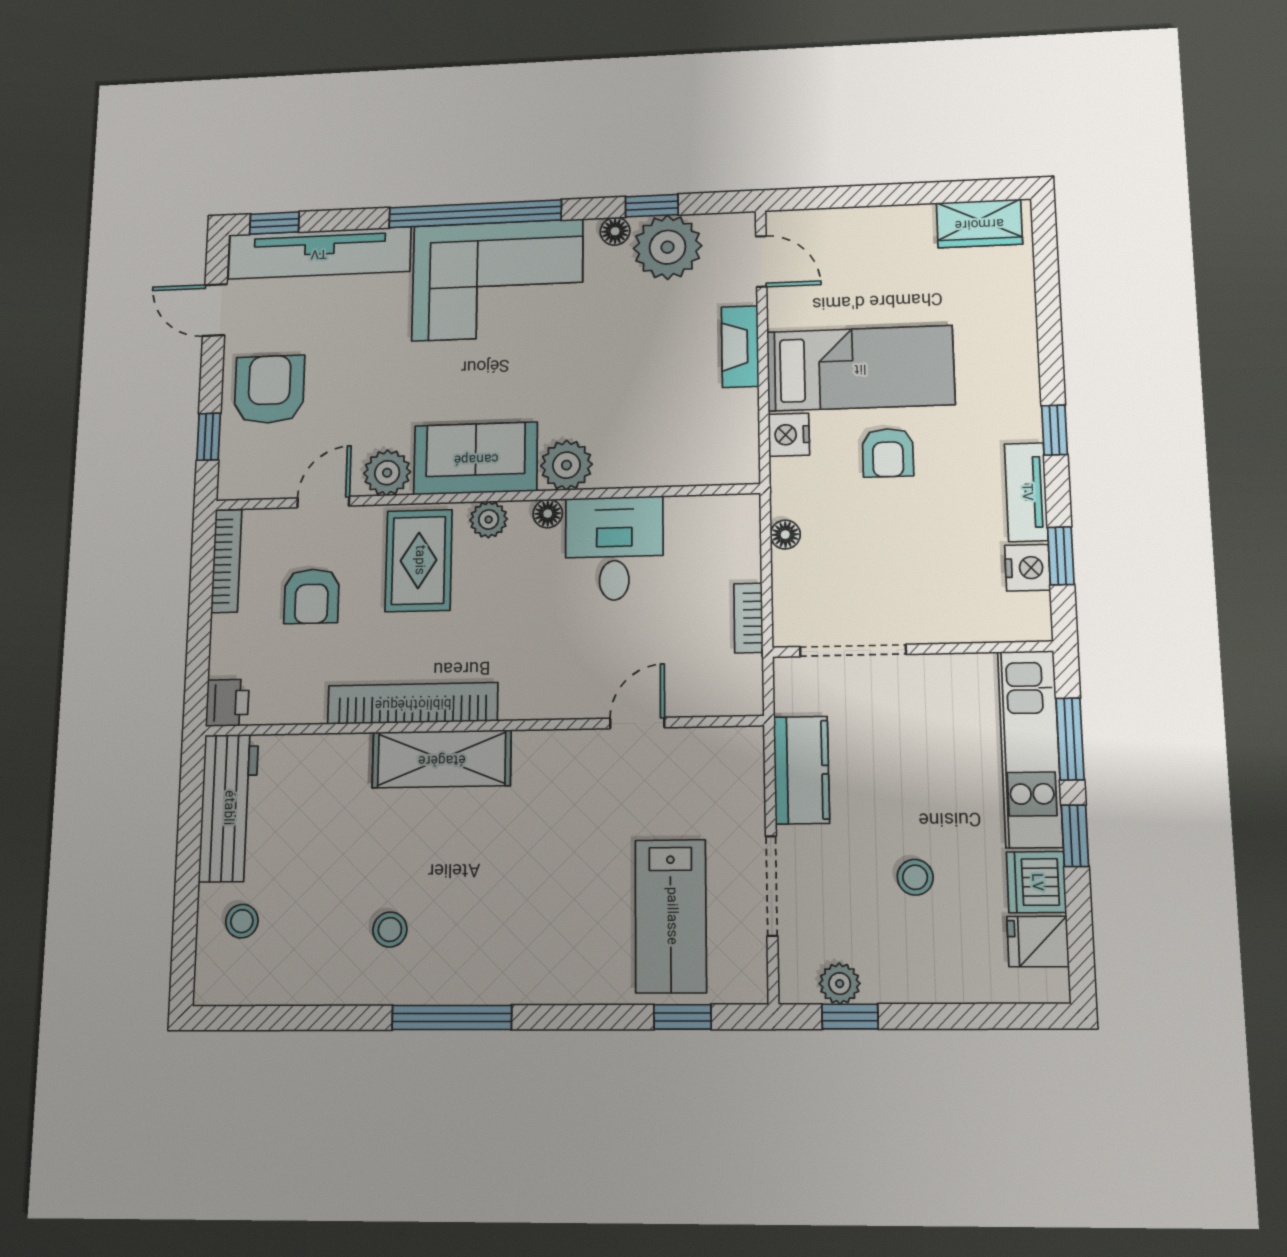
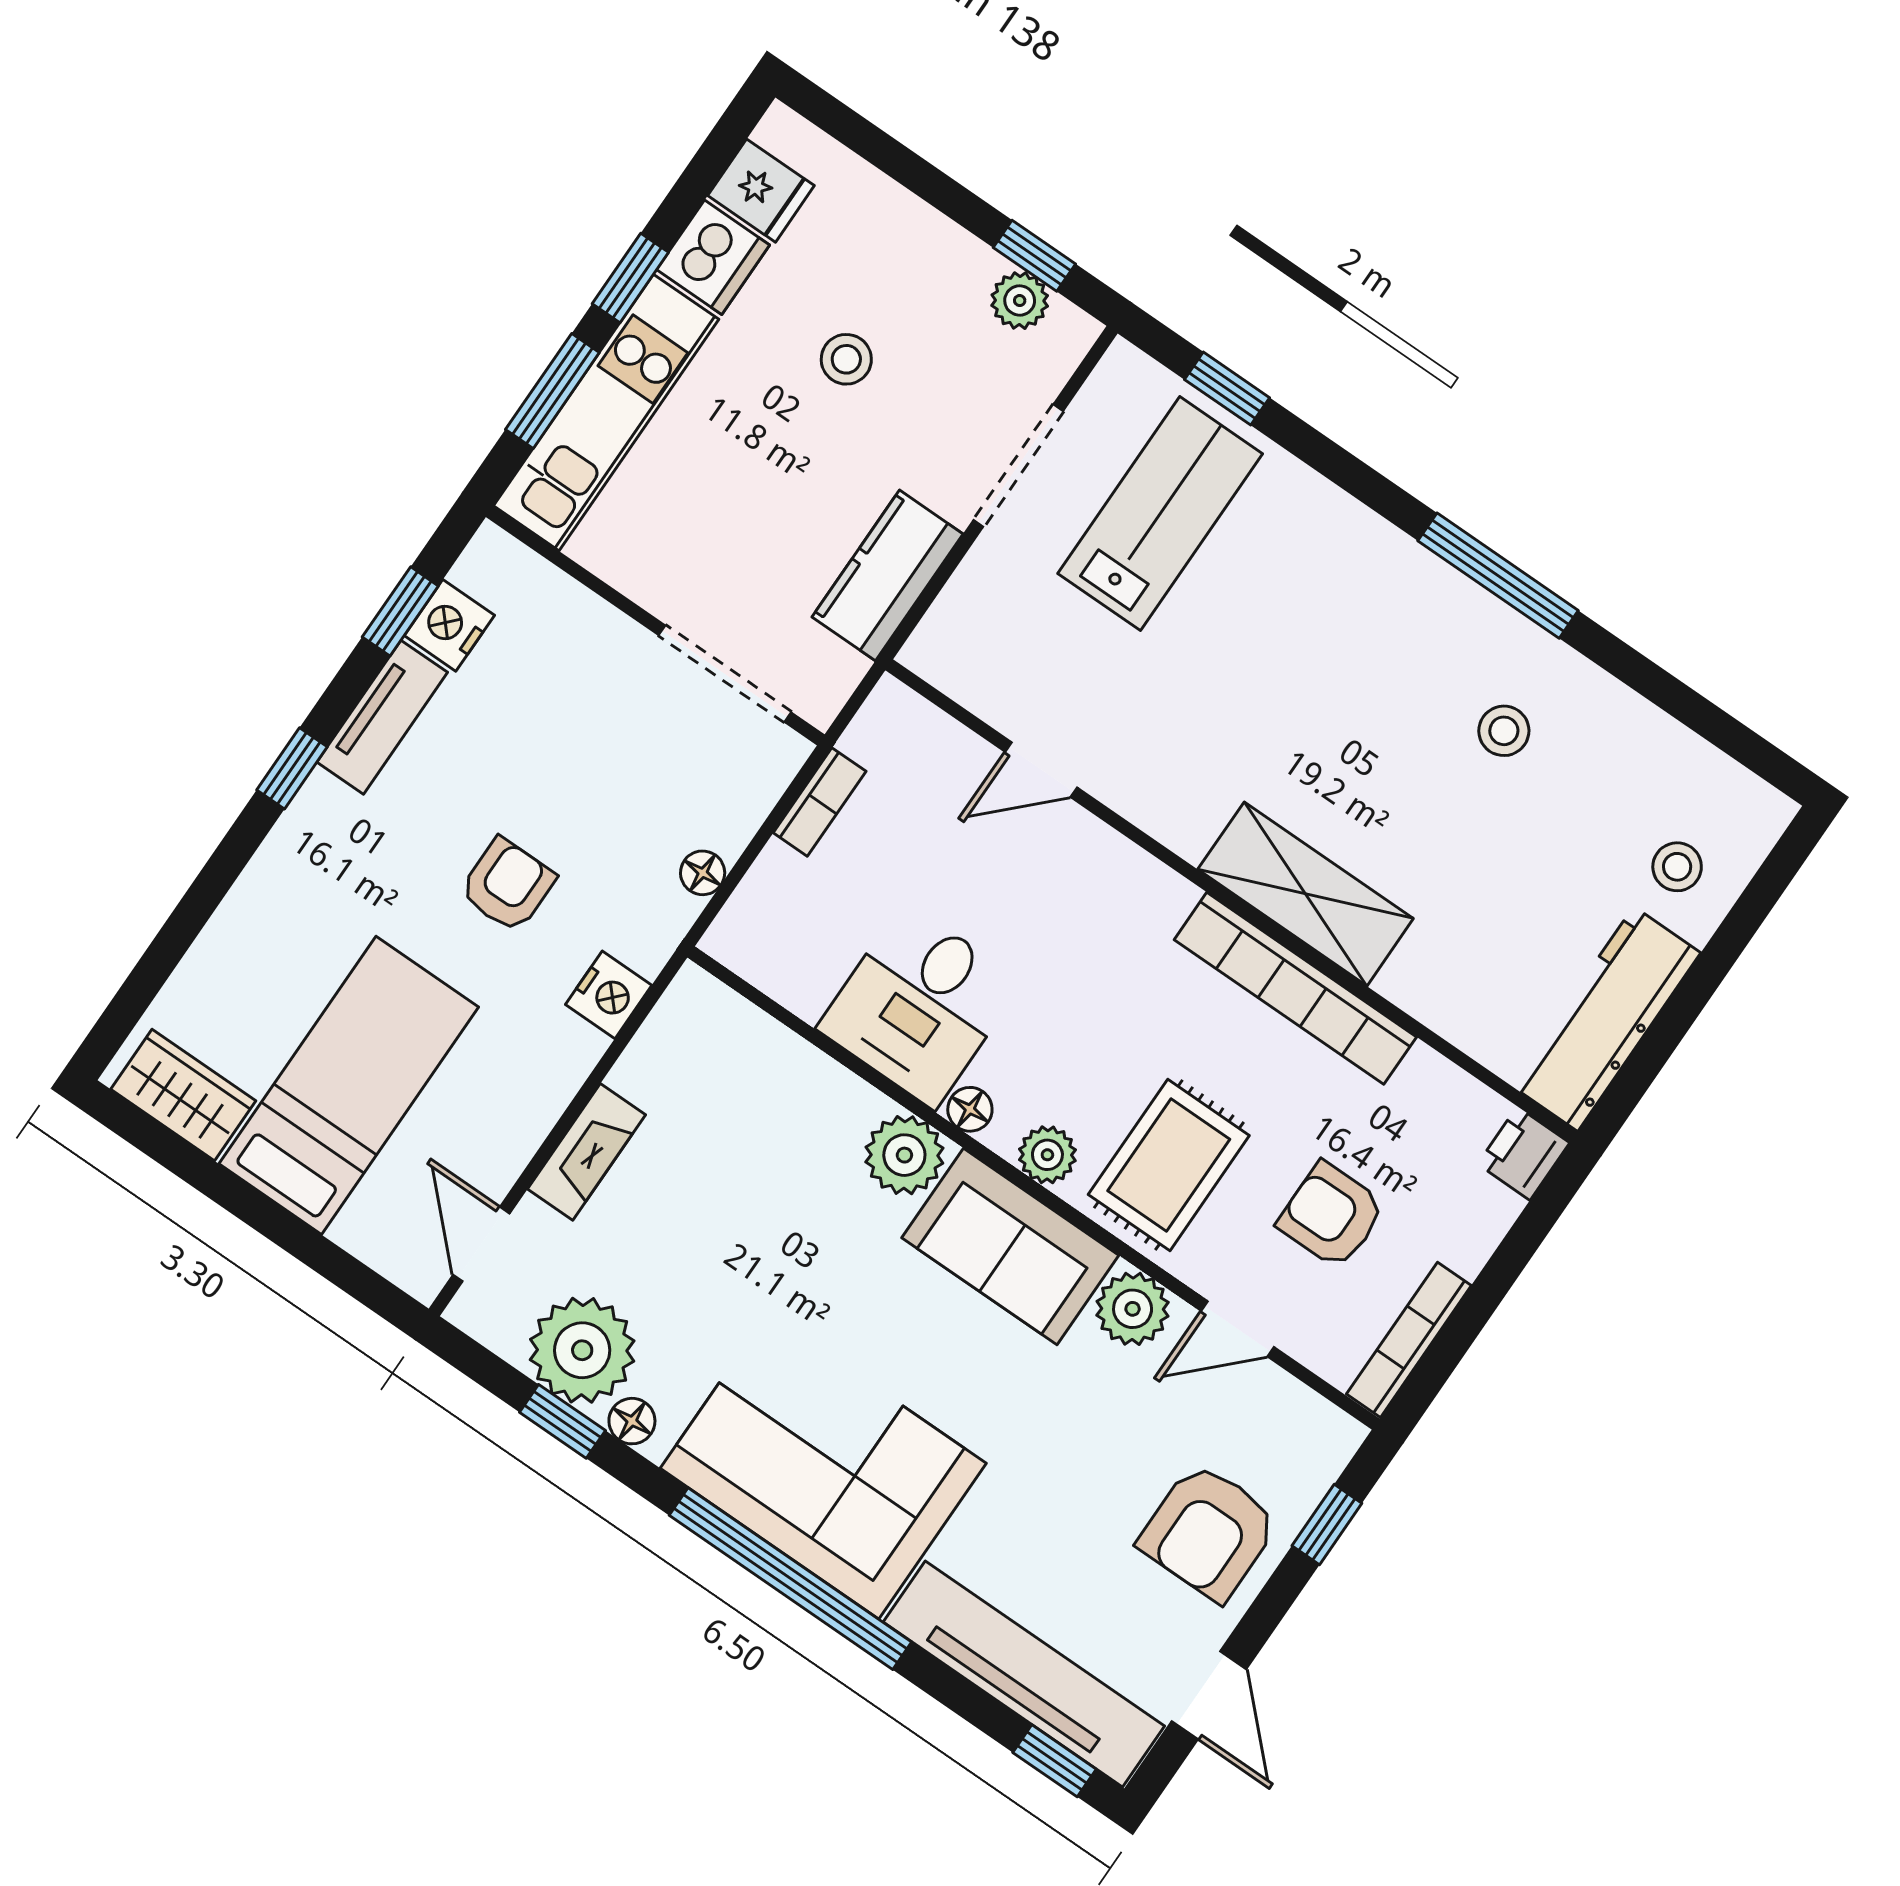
bed: (860, 368) -> (349, 1085), moved, turned 90
armchair: (312, 596) -> (1331, 1215), turned -90

